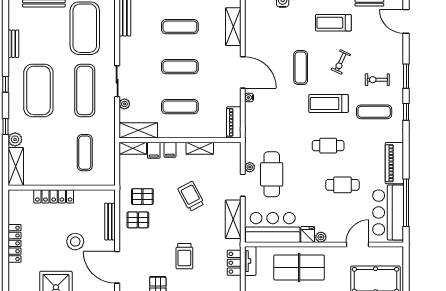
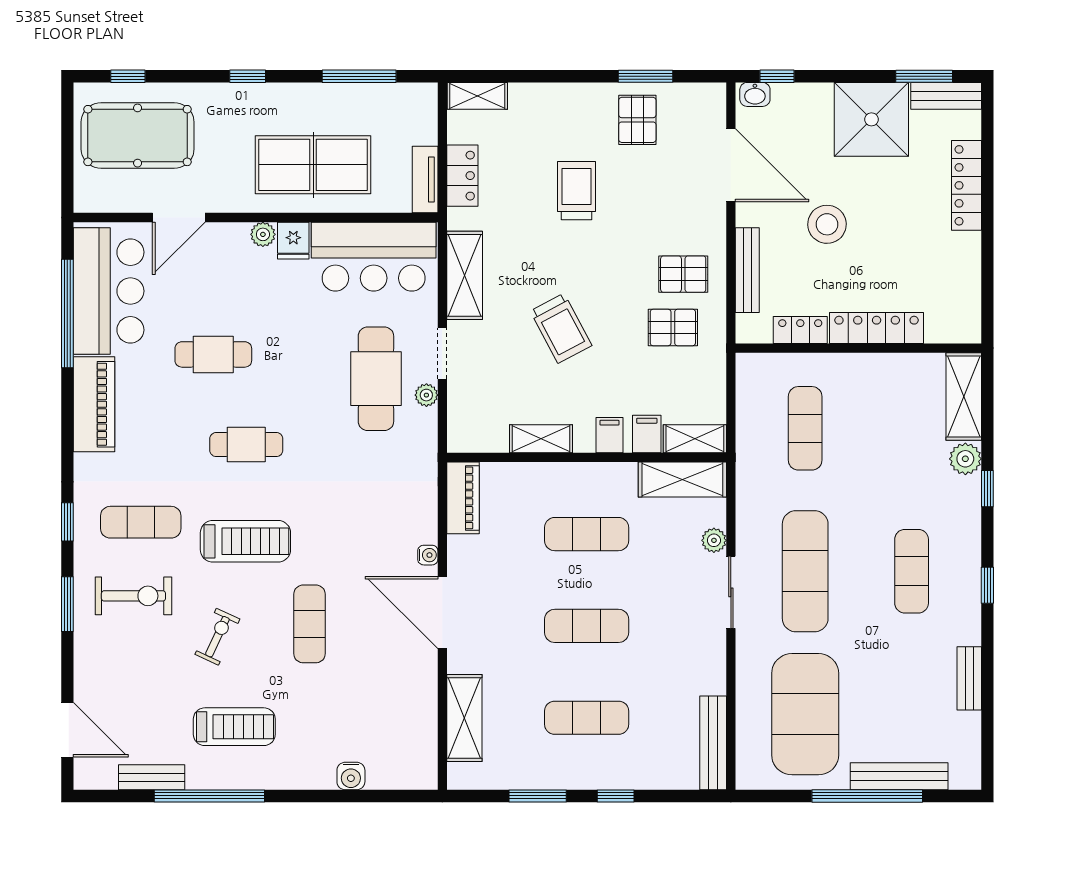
exercise bike: (377, 80) -> (133, 596), width x1.38, depth x1.39
exercise mat: (38, 90) -> (912, 571), width x0.50, depth x0.69
locker: (87, 196) -> (800, 330), added
locker: (15, 243) -> (966, 185), moved

